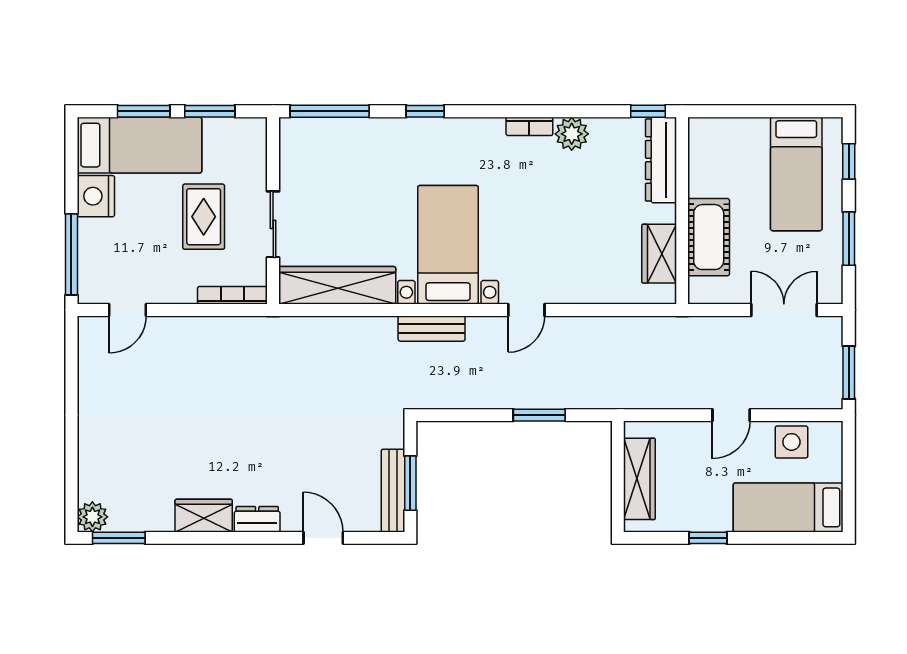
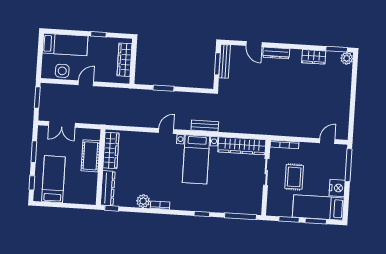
wardrobe: (659, 254) -> (111, 150), width x1.50
wardrobe: (204, 516) -> (314, 57), moved
dresser: (257, 519) -> (276, 53), width x1.44

